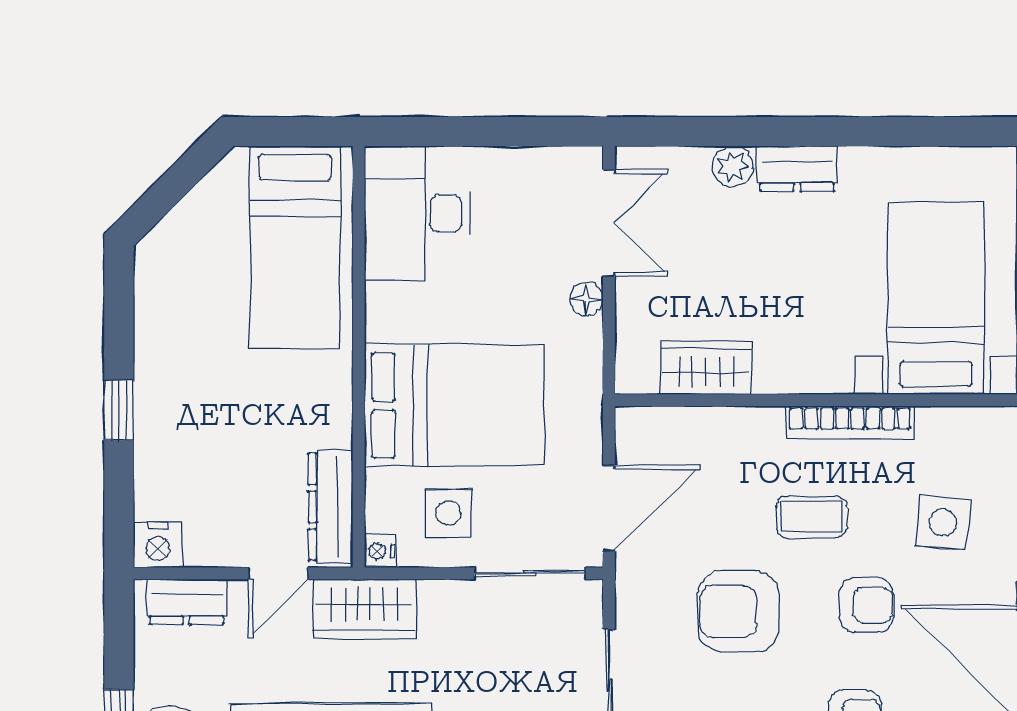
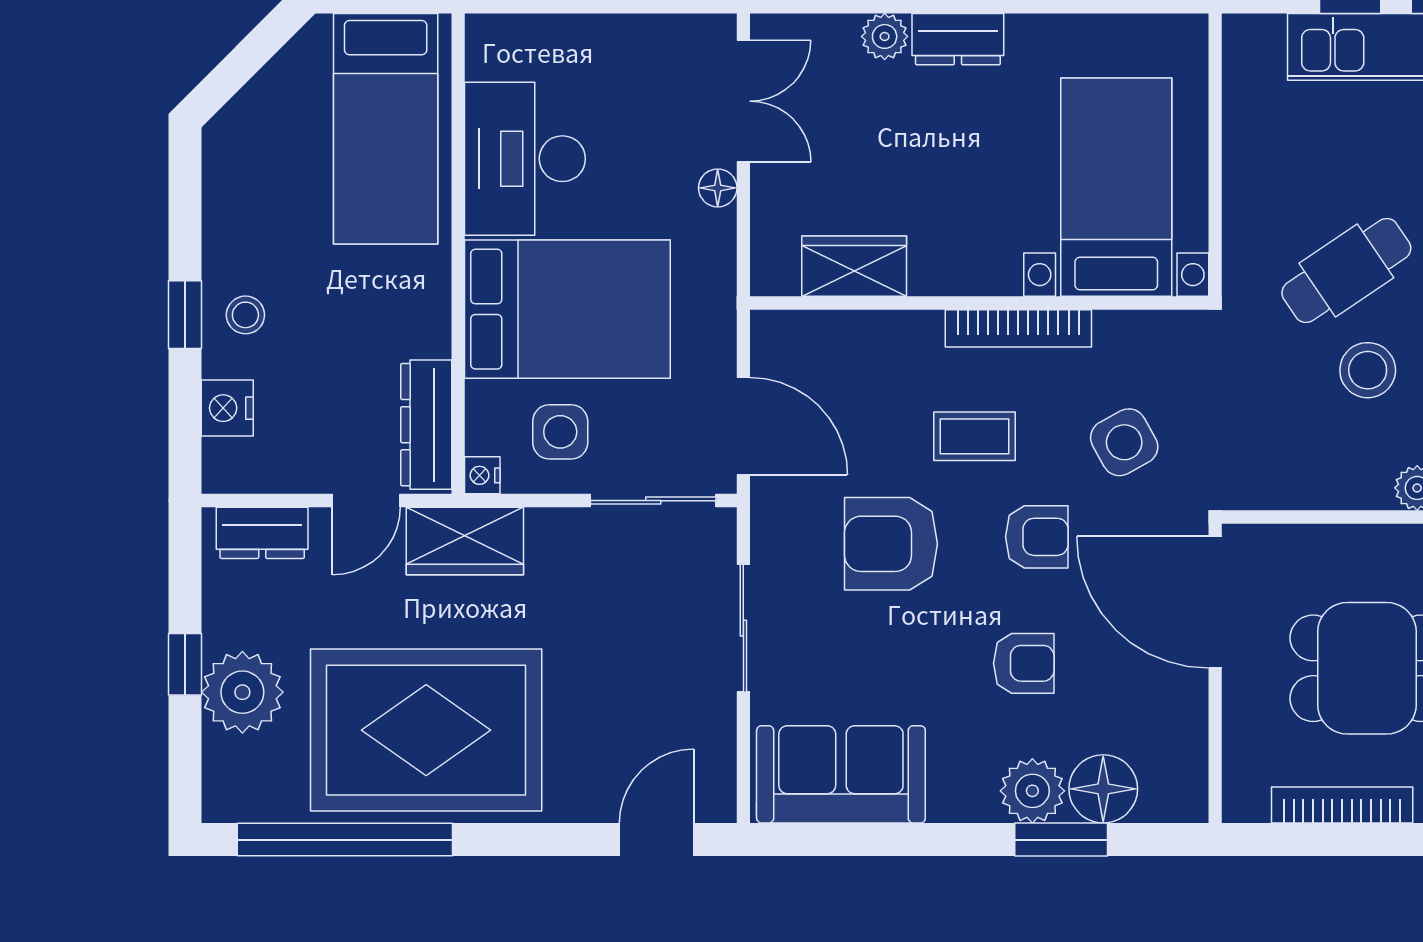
desk: (417, 213) -> (525, 159), moved
stool: (172, 411) -> (245, 315), added
door: (609, 508) -> (743, 426), hinge flipped
side table: (943, 522) -> (1124, 442), turned -35
nightstand: (158, 545) -> (227, 408), moved, turned 90

